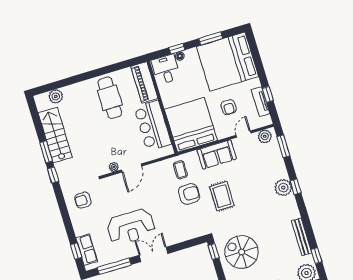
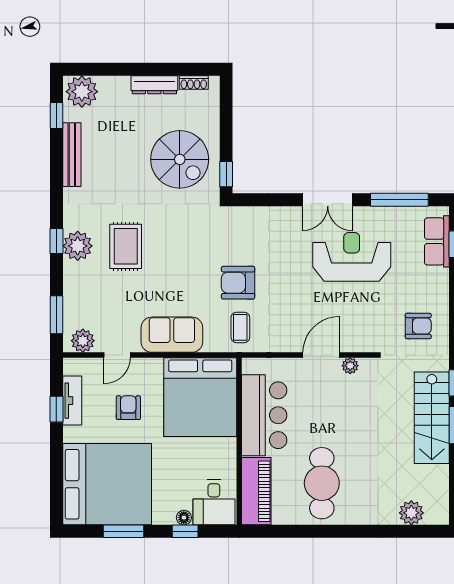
stairs: (55, 135) -> (432, 418), moved
rug: (222, 196) -> (126, 246), moved

